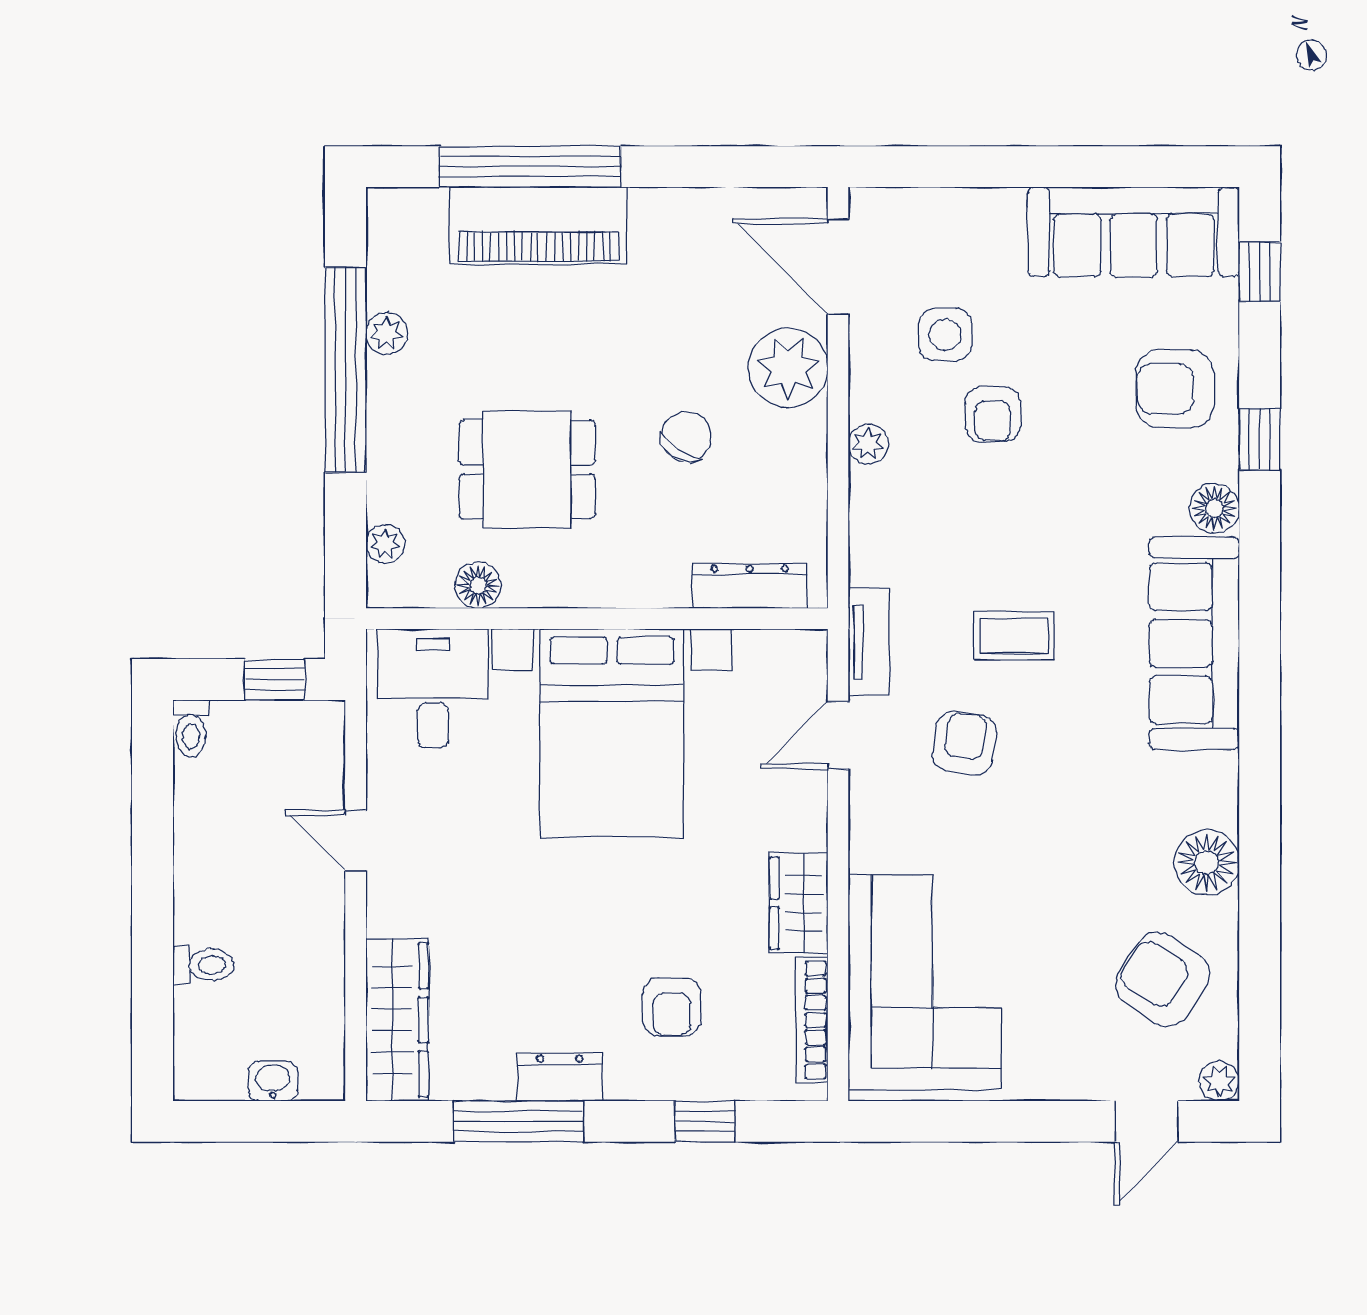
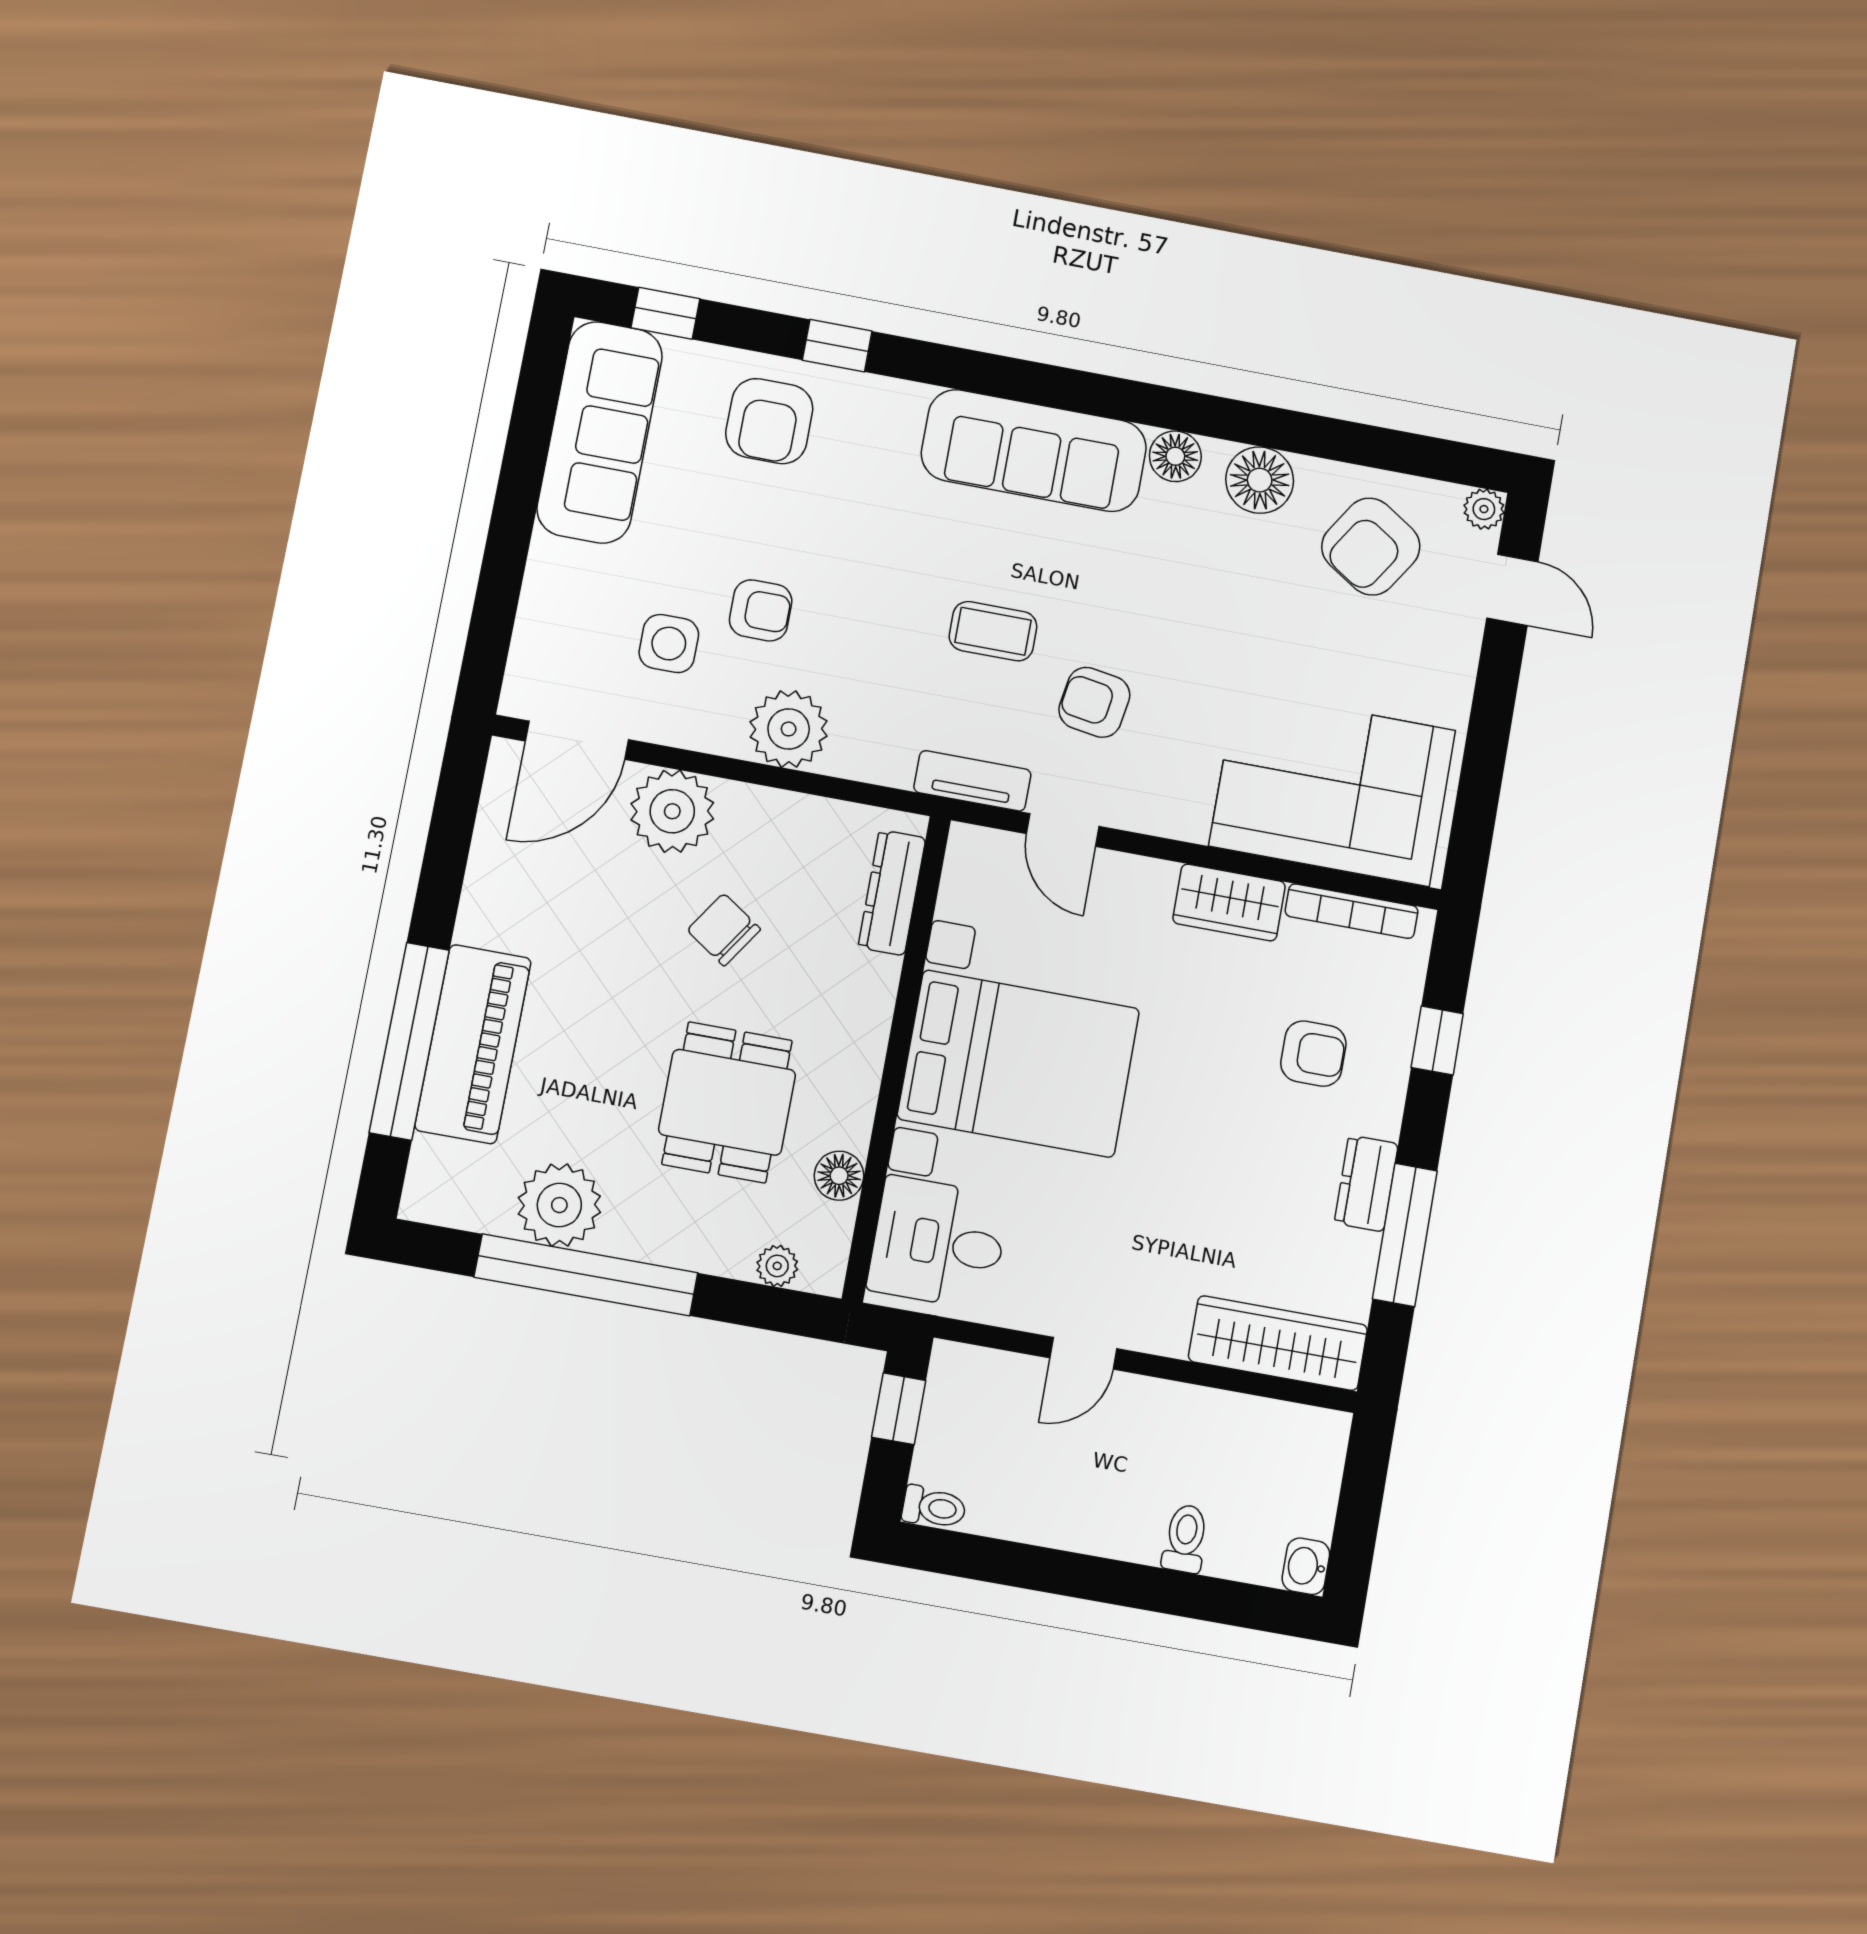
plant: (387, 333) -> (559, 1205), width x1.87, depth x1.87
plant: (868, 444) -> (789, 729), width x1.88, depth x1.88
floor lamp: (1214, 508) -> (1175, 456), moved
coffee table: (1014, 636) -> (993, 631), turned 90
washbasin: (273, 1081) -> (1306, 1566), moved

